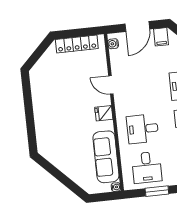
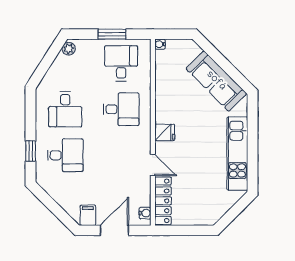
locker: (77, 44) -> (163, 201), moved, turned 90
kitchen unit: (41, 102) -> (237, 154), added
sofa: (106, 157) -> (216, 81), moved, turned 135

